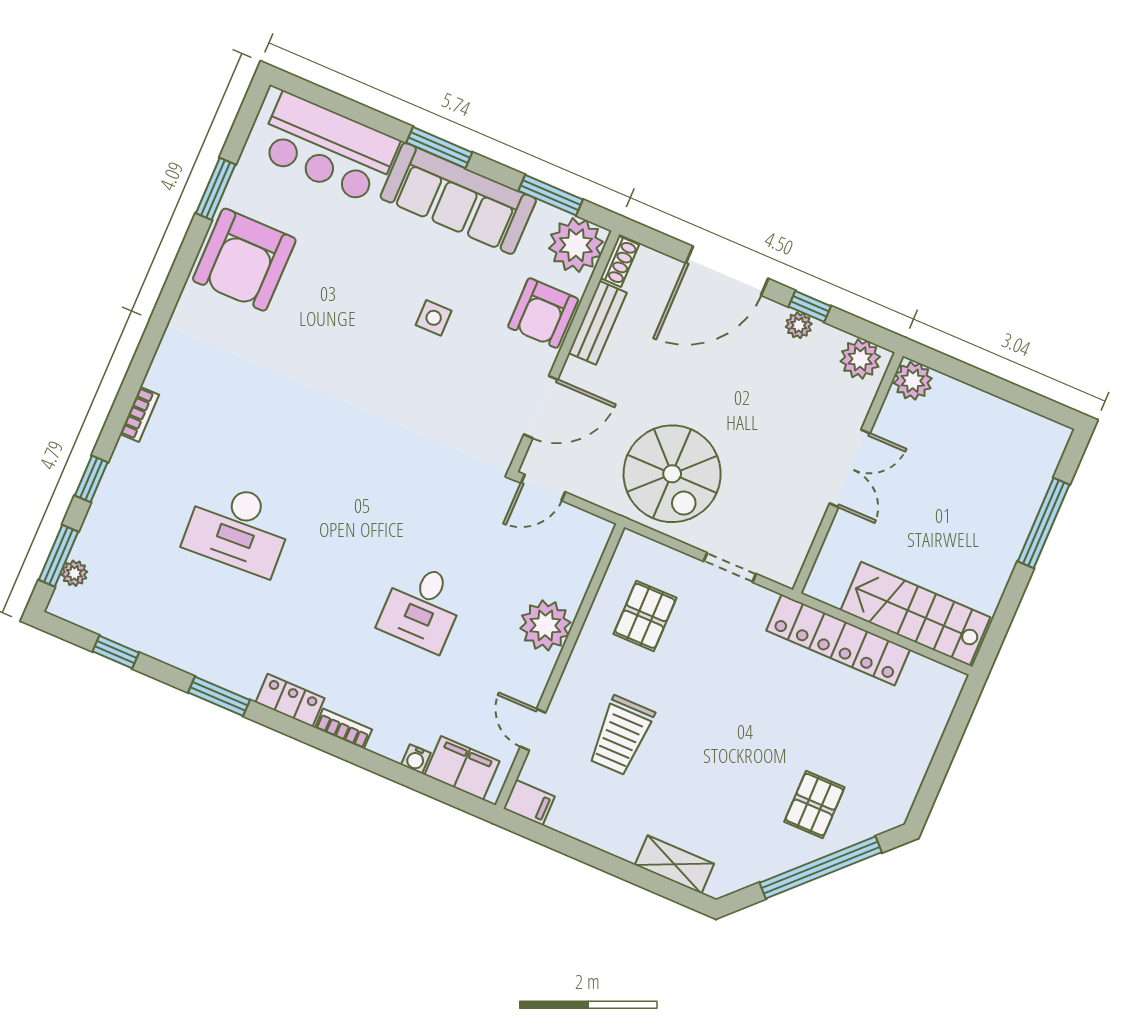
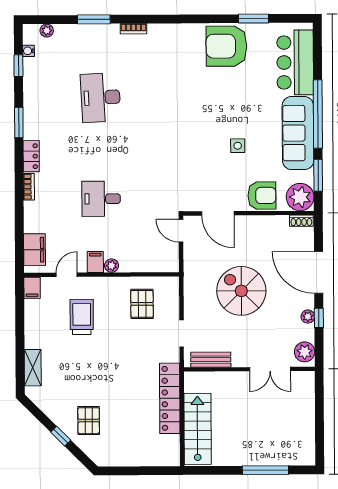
window: (439, 147) -> (318, 114), width x2.11
armchair: (543, 313) -> (262, 195), turned 180
bench: (598, 323) -> (211, 360), moved
plant: (913, 381) -> (305, 381), removed
double door: (850, 468) -> (270, 369), moved
spiral stairs: (672, 474) -> (241, 291), moved, turned 90
window: (91, 479) -> (94, 19), width x1.50
window: (58, 556) -> (52, 20), removed
pallet: (645, 616) -> (142, 304), turned 90
plant: (545, 625) -> (112, 266), width x0.53, depth x0.53
filing cabinet: (532, 667) -> (95, 262), added
trolley: (621, 735) -> (82, 317), turned 90
water cooler: (416, 759) -> (28, 51), moved
pallet: (814, 805) -> (89, 421), turned 90
window: (821, 867) -> (61, 436), width x0.32

